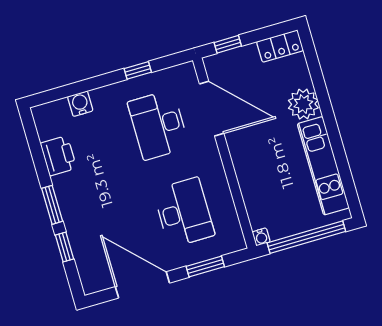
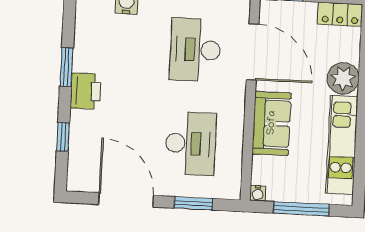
printer: (58, 156) -> (86, 91), moved
sofa: (252, 168) -> (272, 123), added
window: (52, 205) -> (67, 67), moved
window: (306, 237) -> (301, 209), width x0.68

